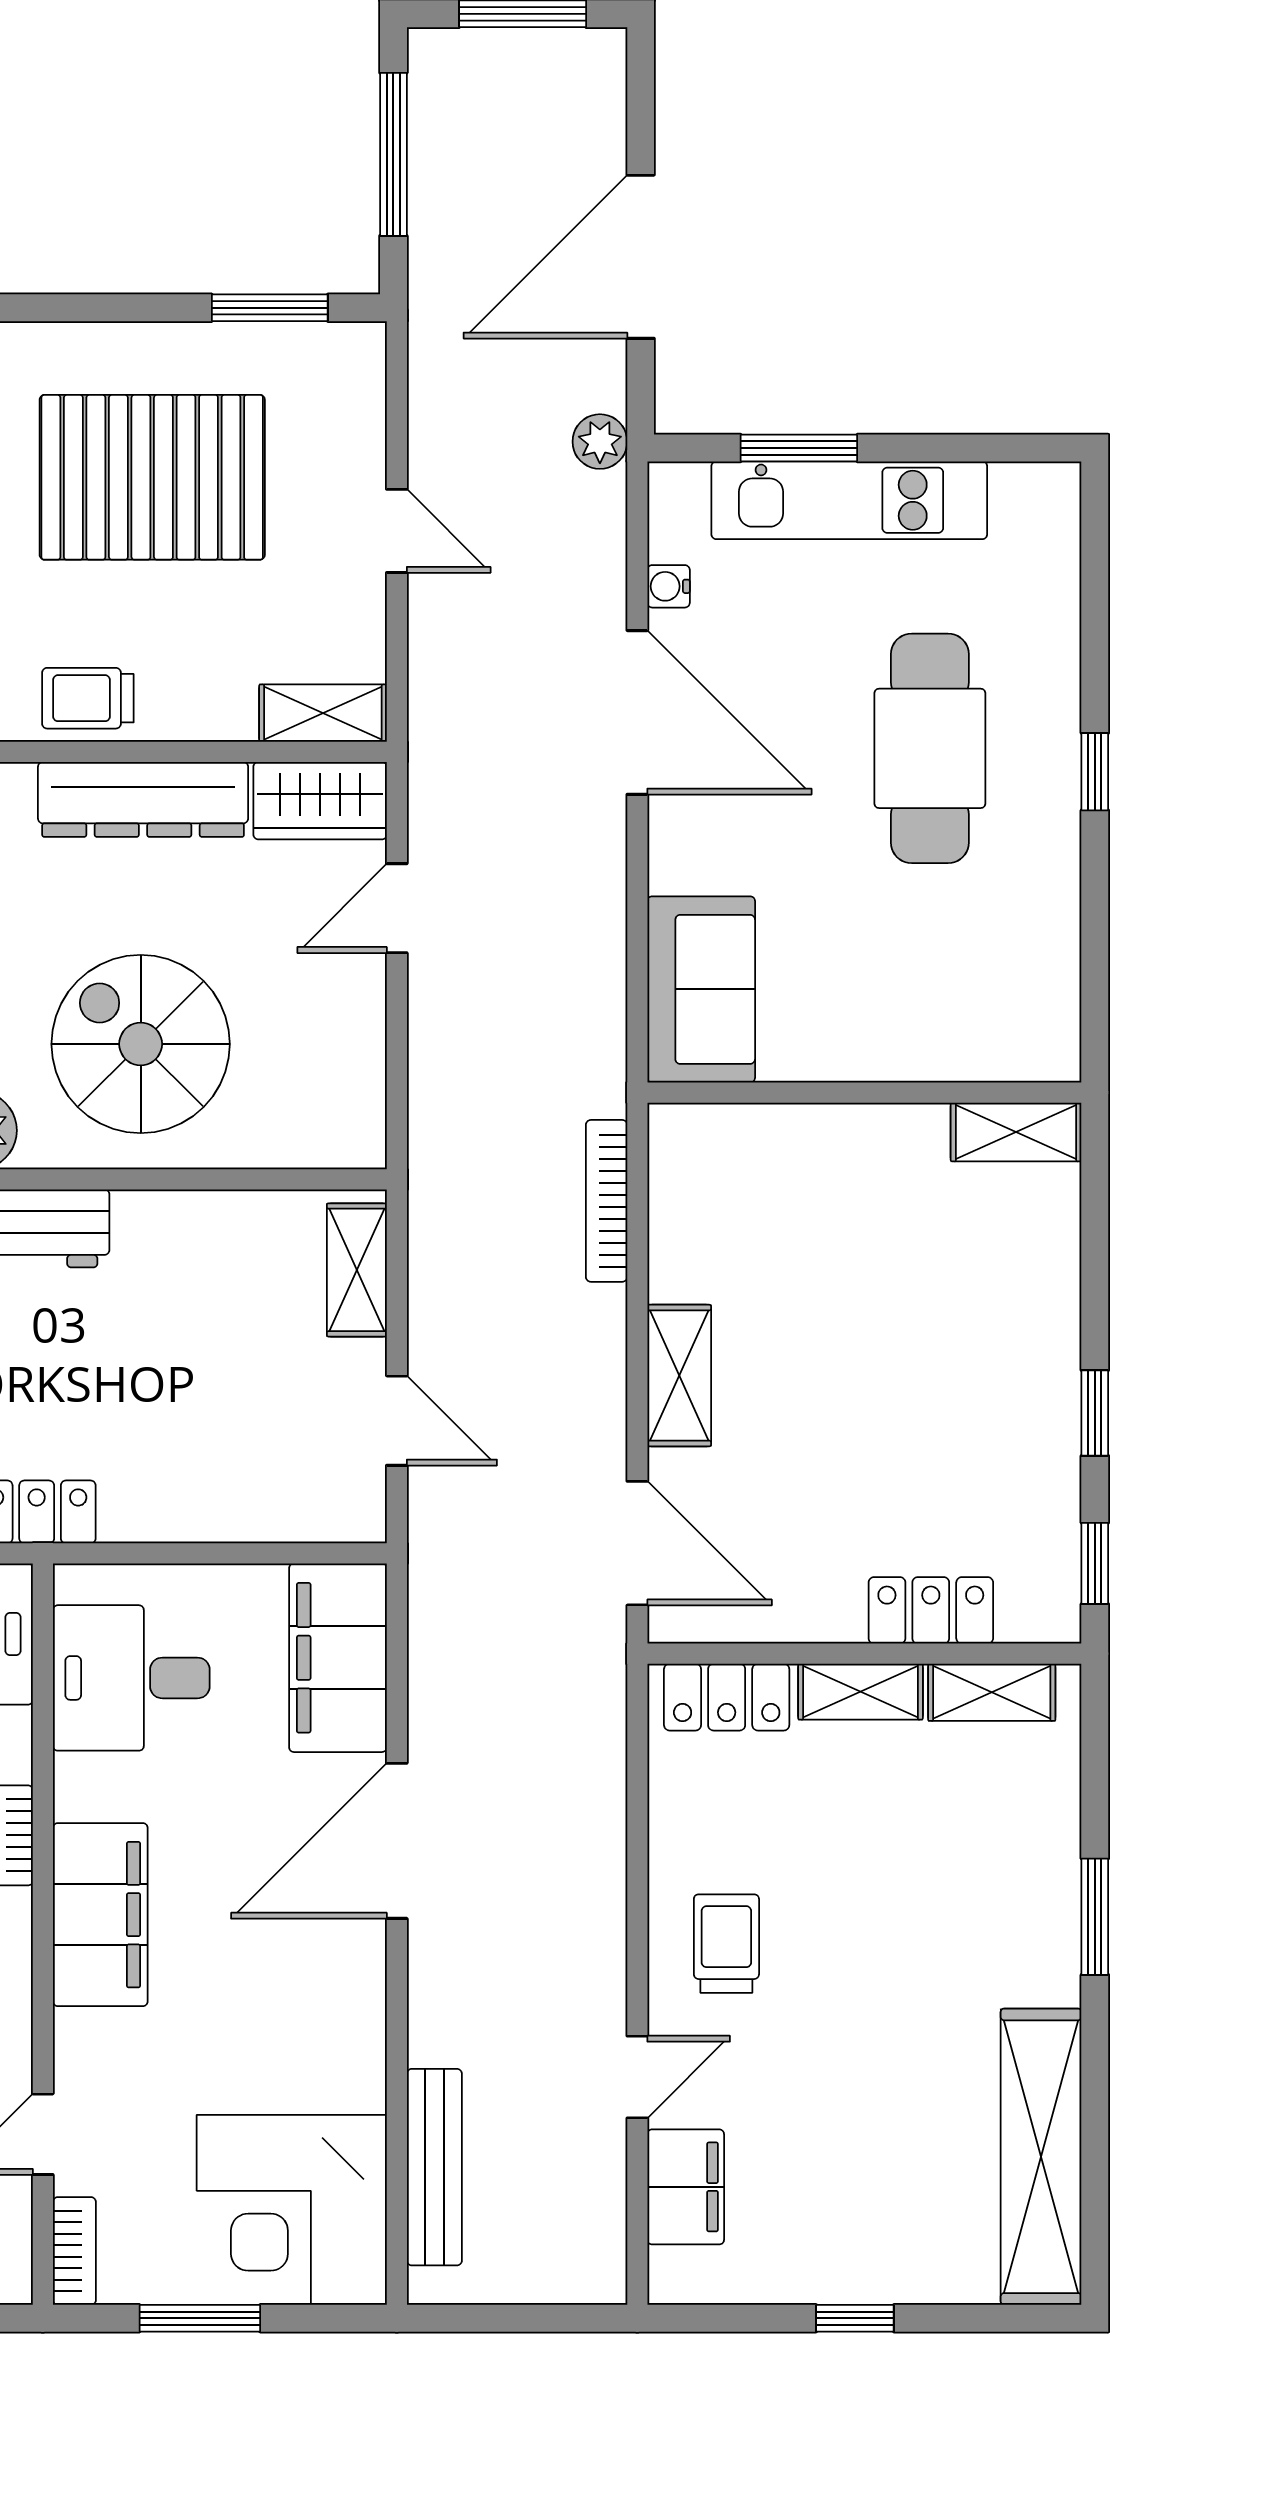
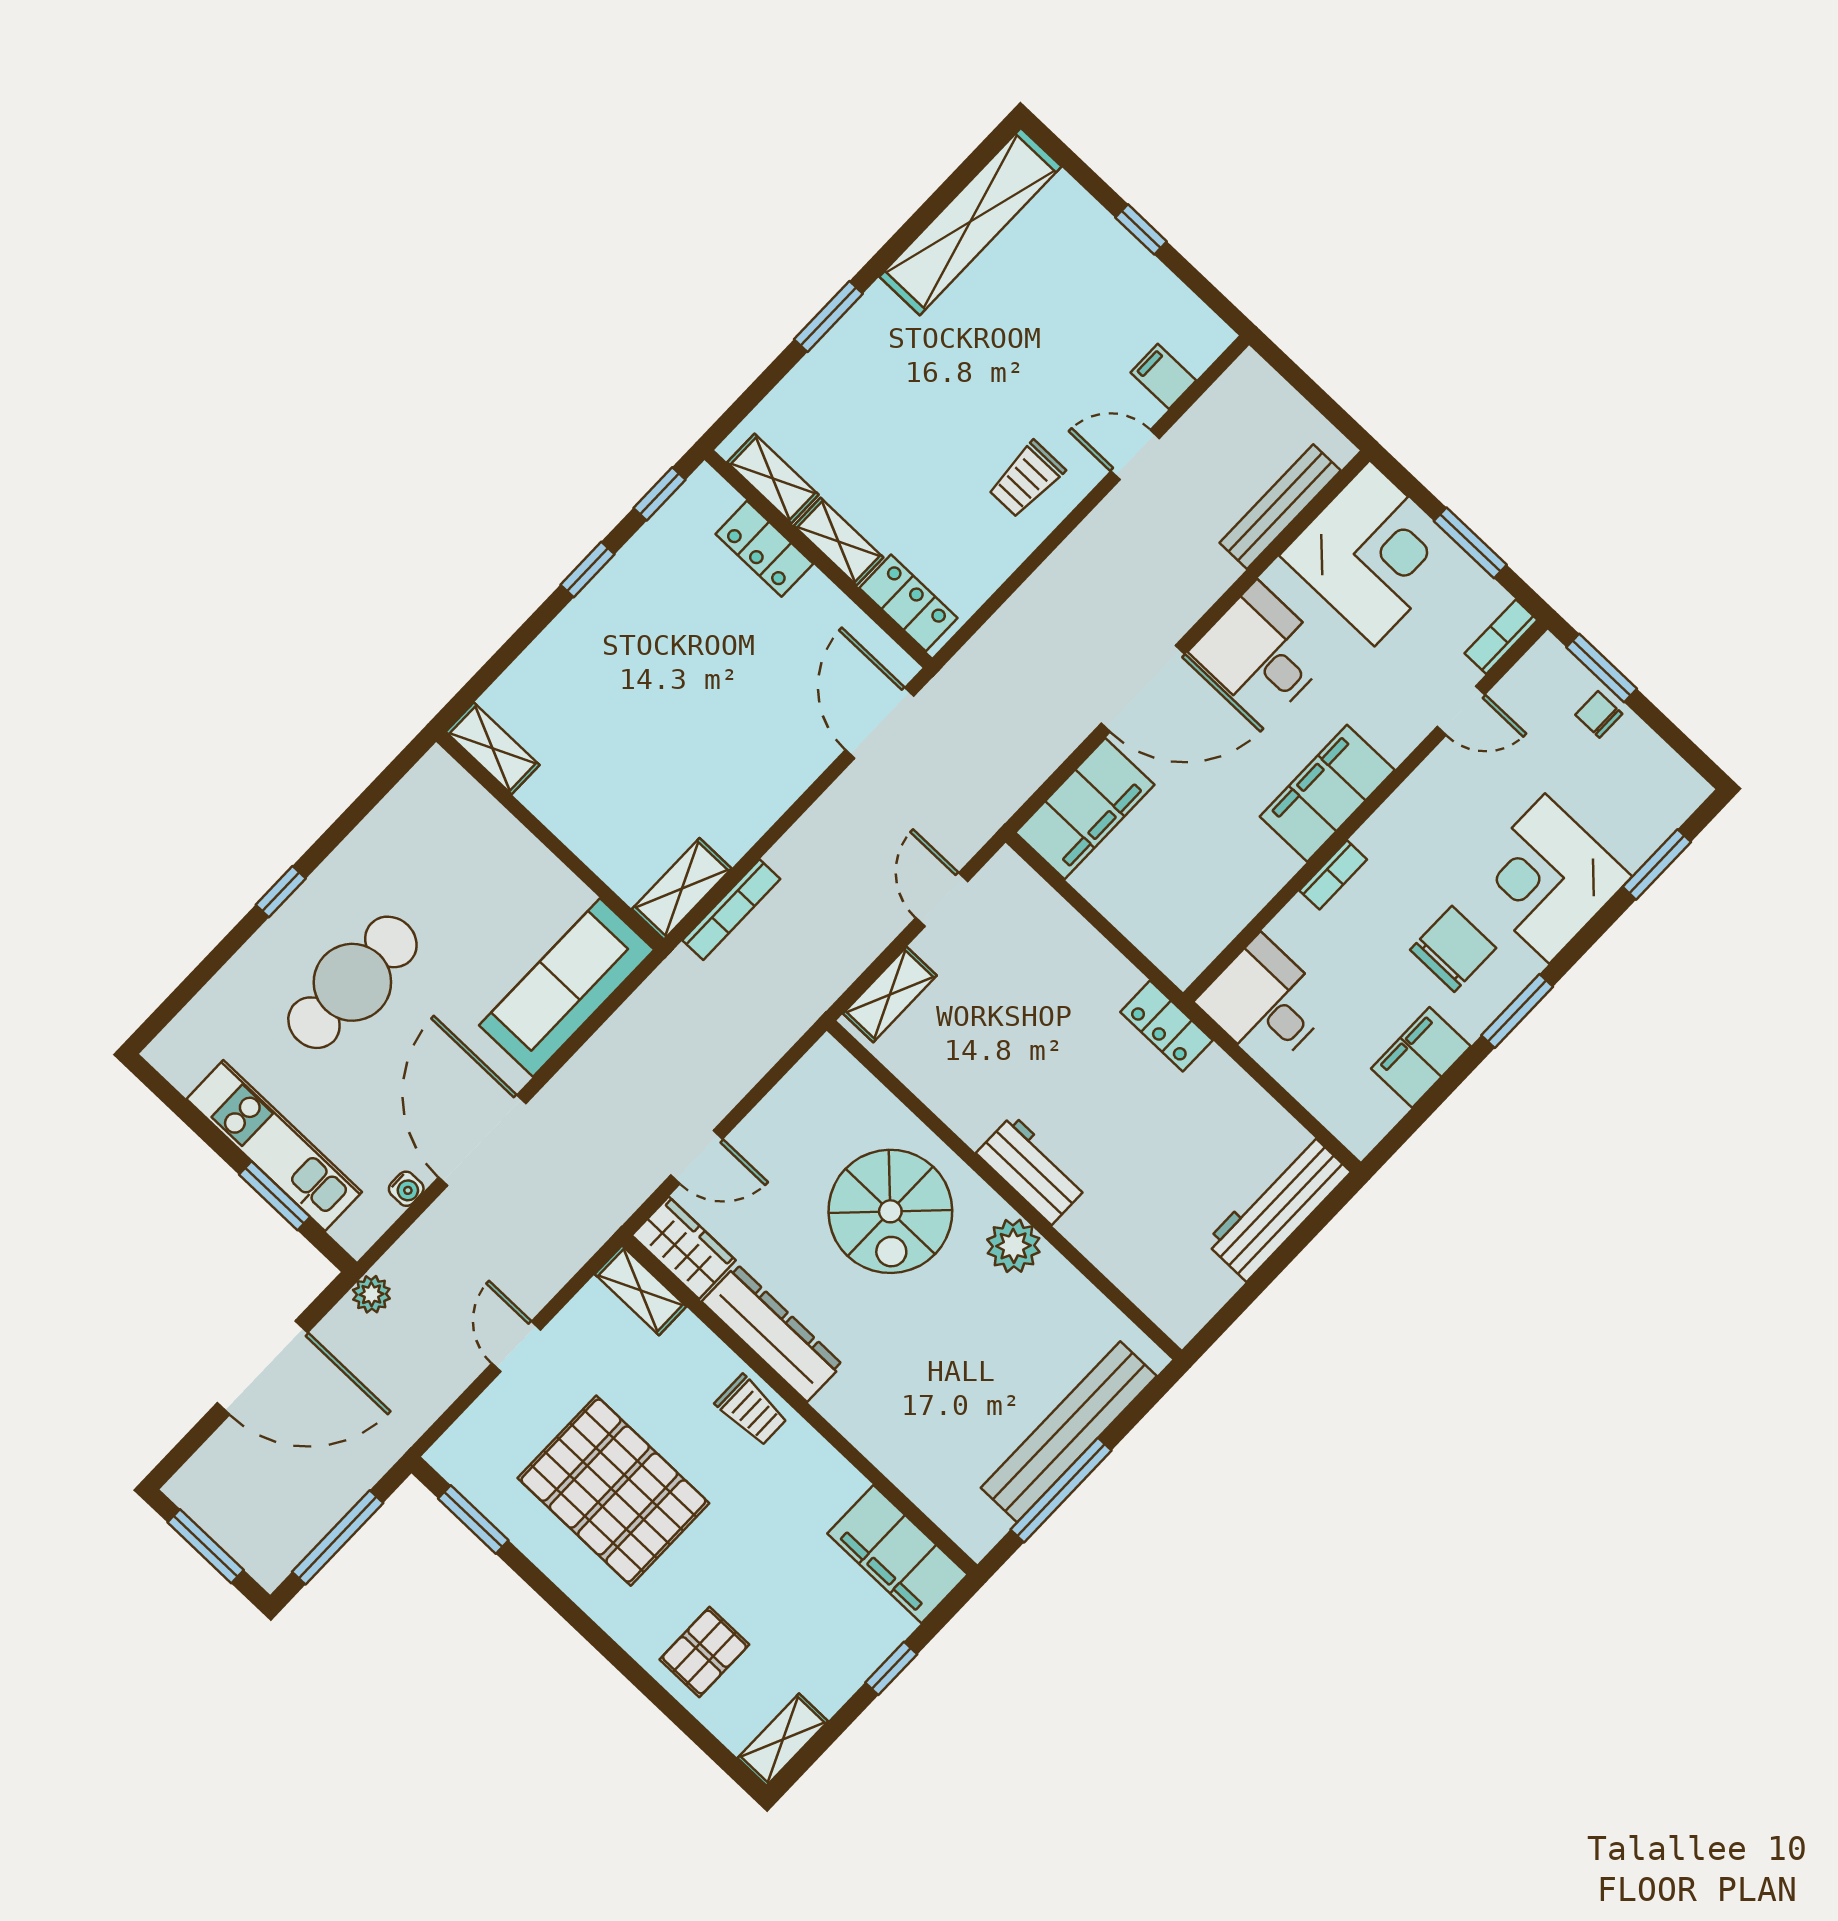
sofa: (701, 989) -> (567, 987), width x1.36
shelving: (679, 1376) -> (682, 889), moved
desk: (131, 1678) -> (1262, 653), moved, turned 180
filing cabinet: (686, 2187) -> (1163, 376), width x0.50

